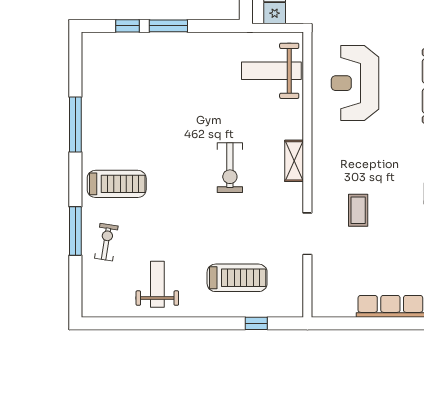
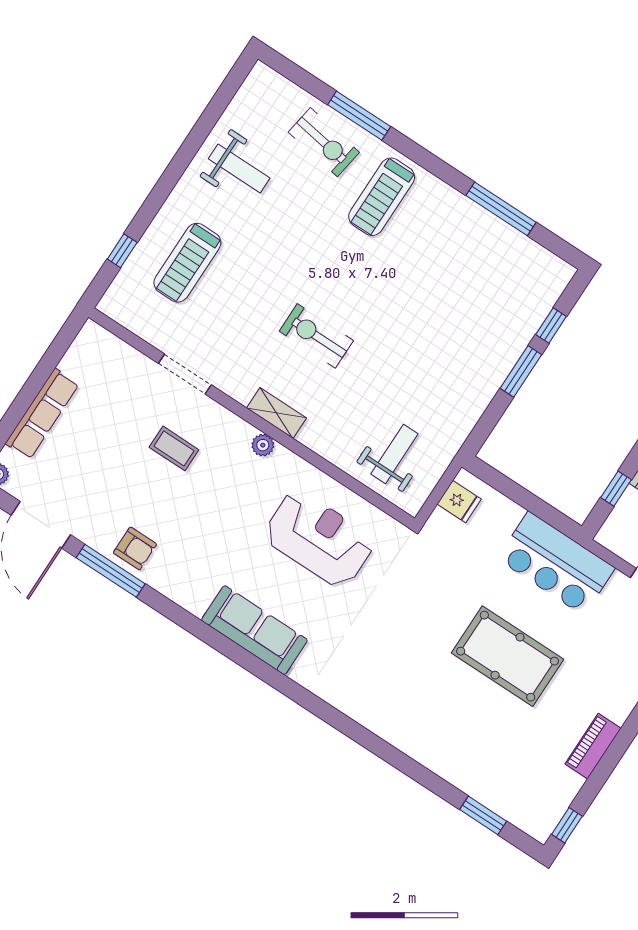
weight bench: (271, 71) -> (394, 454), width x0.73, depth x0.75
window: (75, 125) -> (501, 209), moved
plant: (320, 156) -> (263, 445), added
exercise bike: (106, 242) -> (324, 142), width x1.38, depth x1.39

